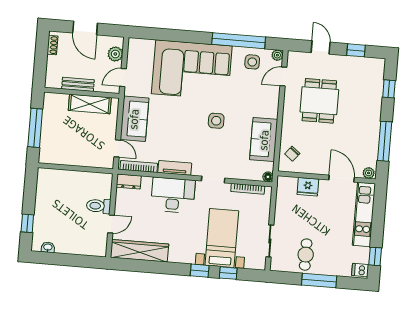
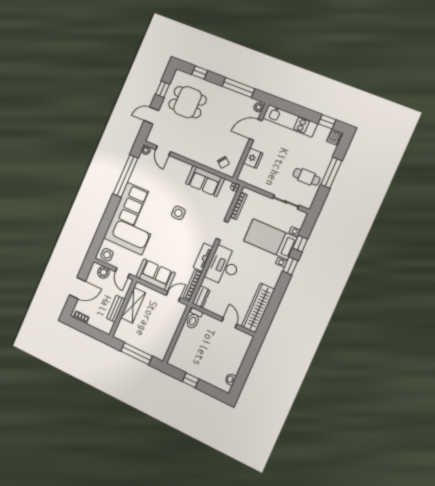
side table: (252, 62) -> (107, 255), moved
dining table: (319, 101) -> (188, 102), moved
toilet: (98, 206) -> (194, 319), moved
window: (27, 223) -> (191, 380), moved

